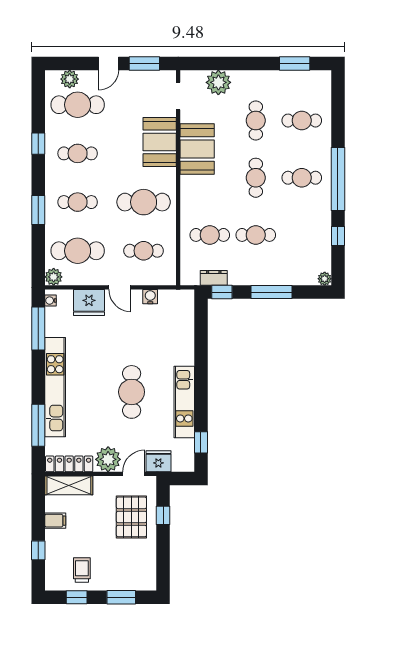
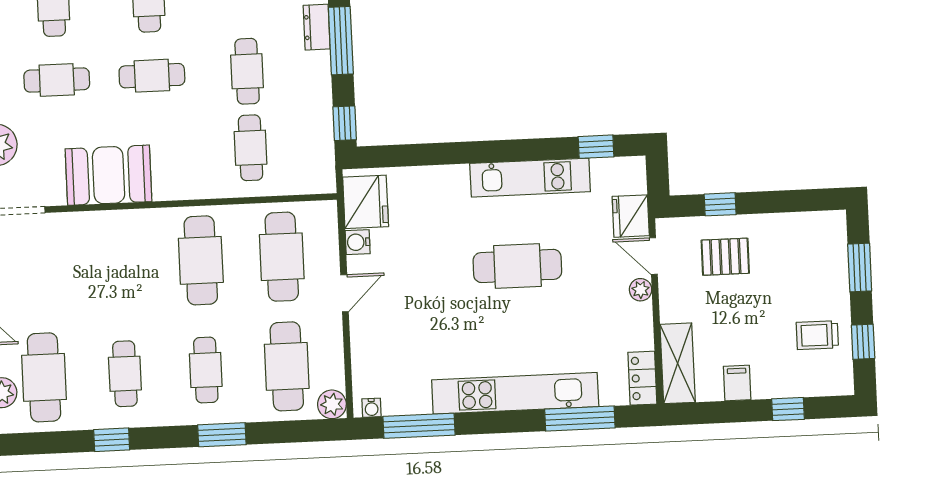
booth: (160, 142) -> (100, 238), removed
cafe table: (144, 251) -> (282, 257), width x1.37, depth x1.35
dresser: (214, 278) -> (317, 27), moved
fridge: (89, 303) -> (366, 202), moved
plant: (108, 459) -> (641, 290), width x0.53, depth x0.53
locker: (69, 464) -> (642, 378), width x0.66
pallet: (131, 517) -> (725, 257), width x0.67, depth x0.71

